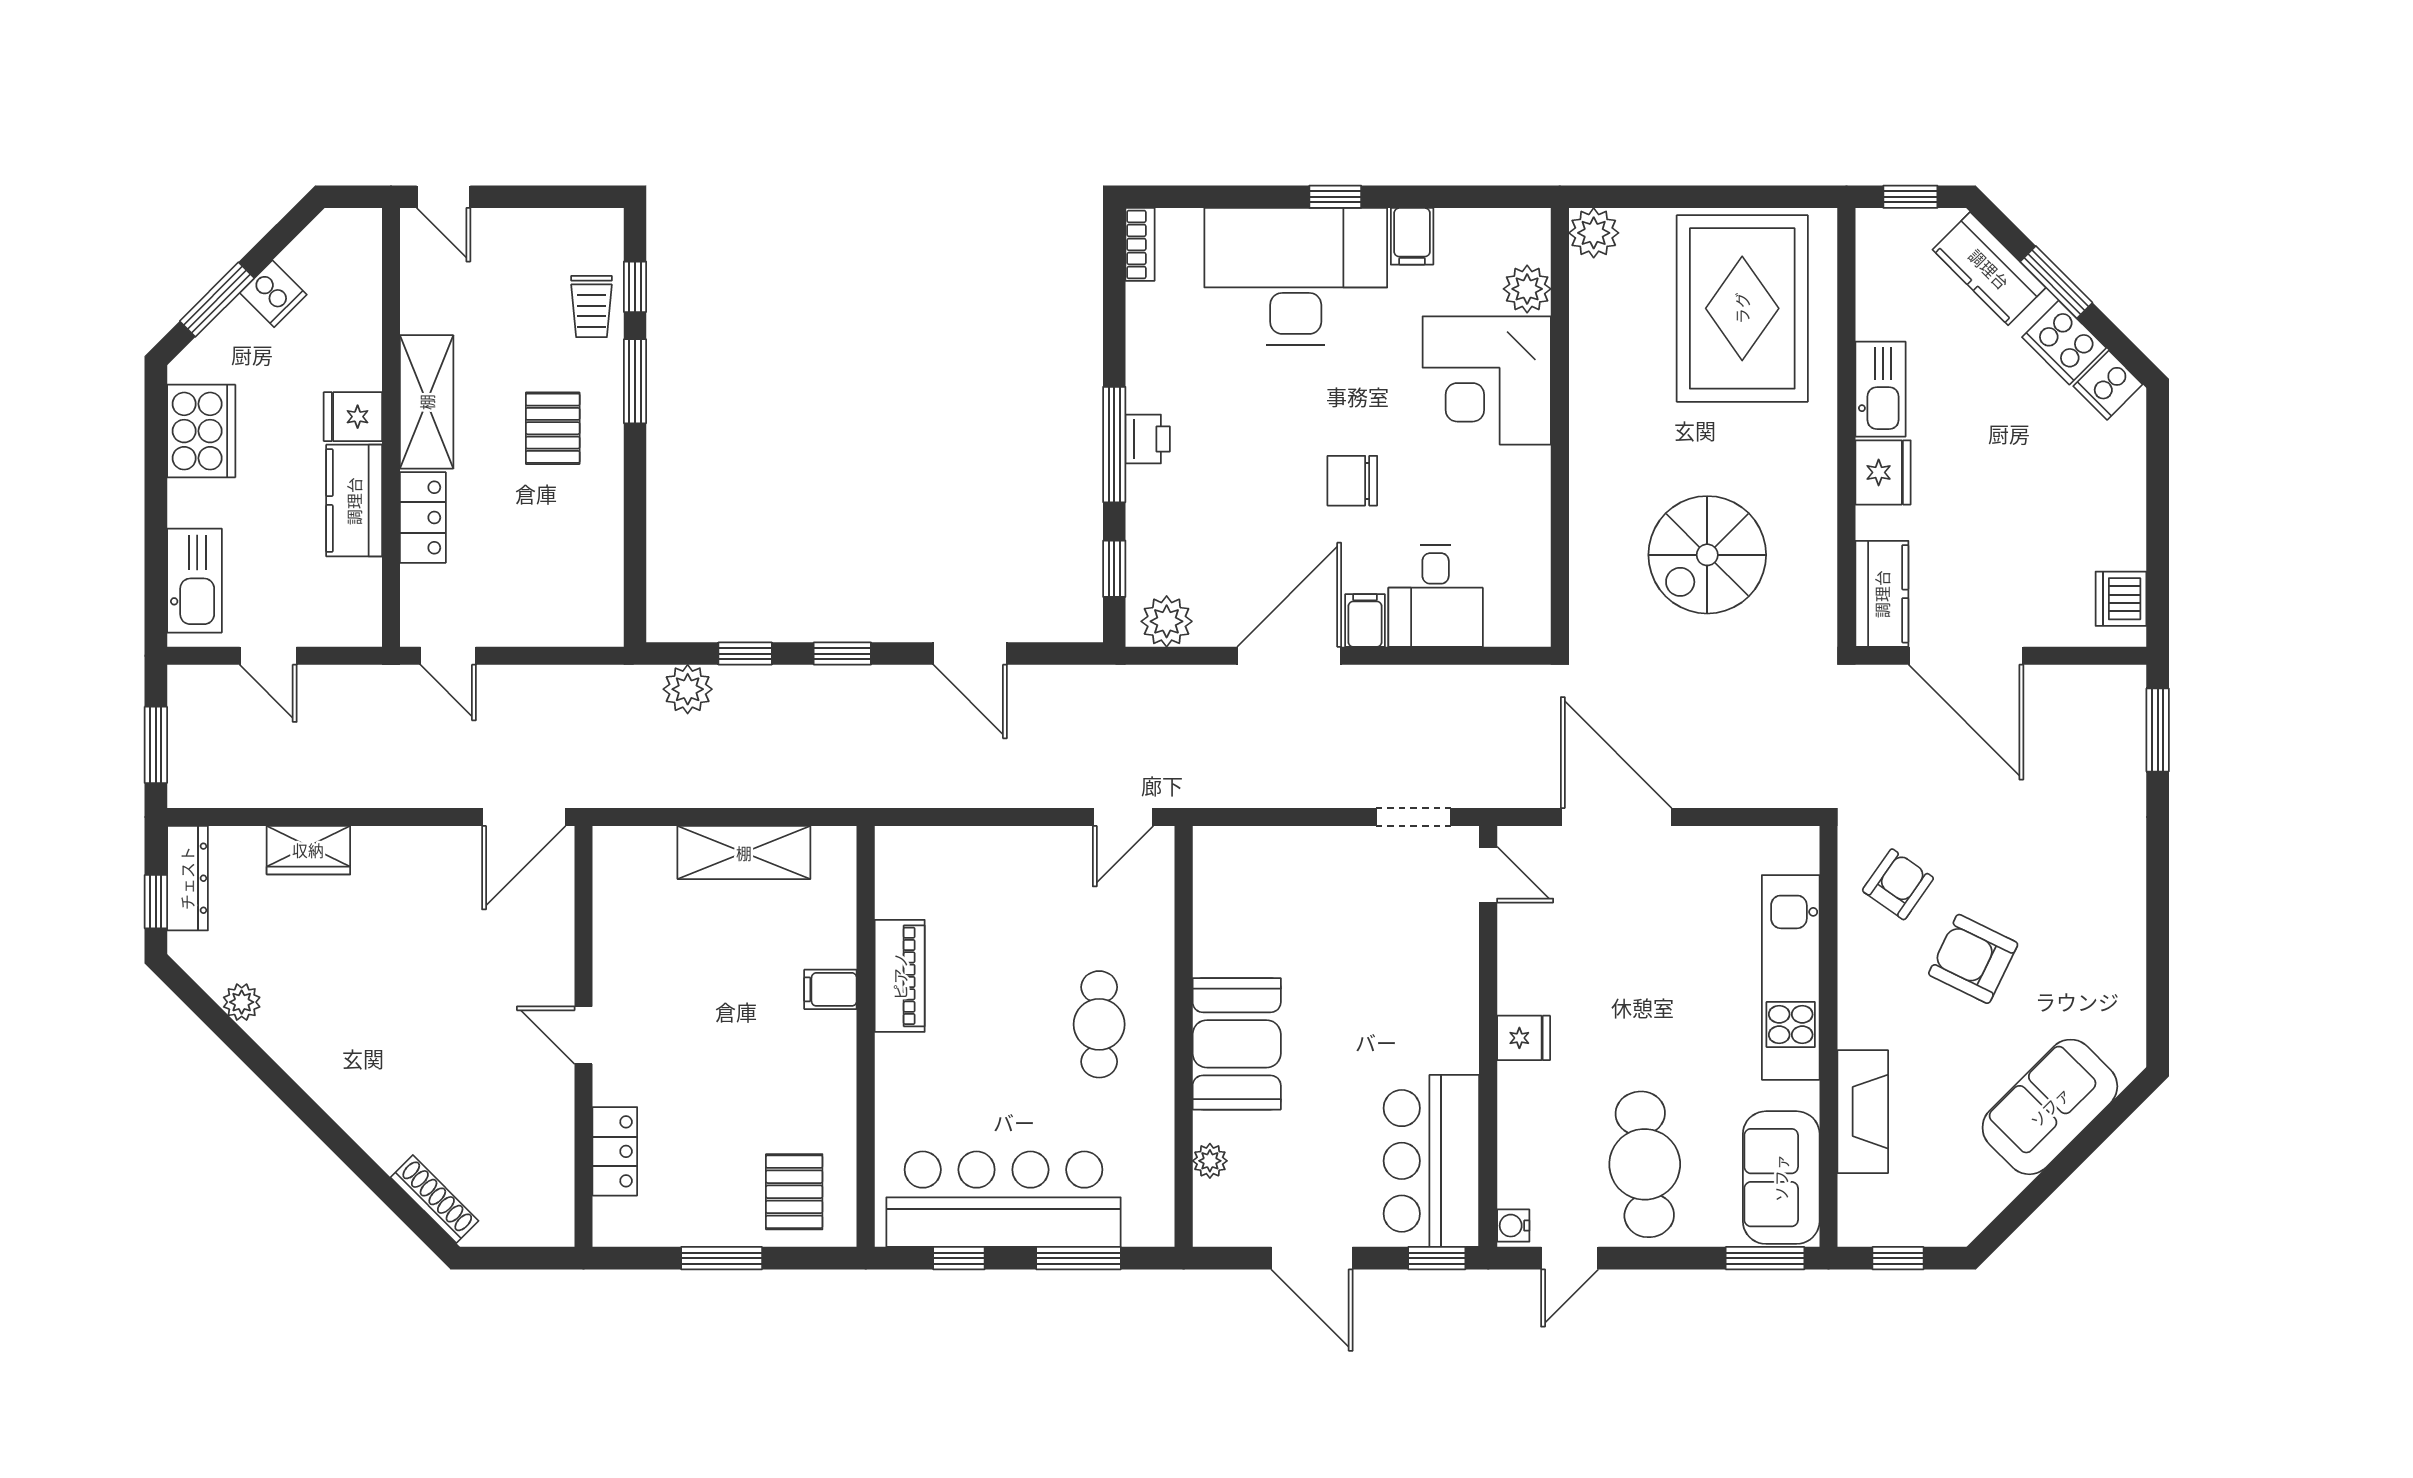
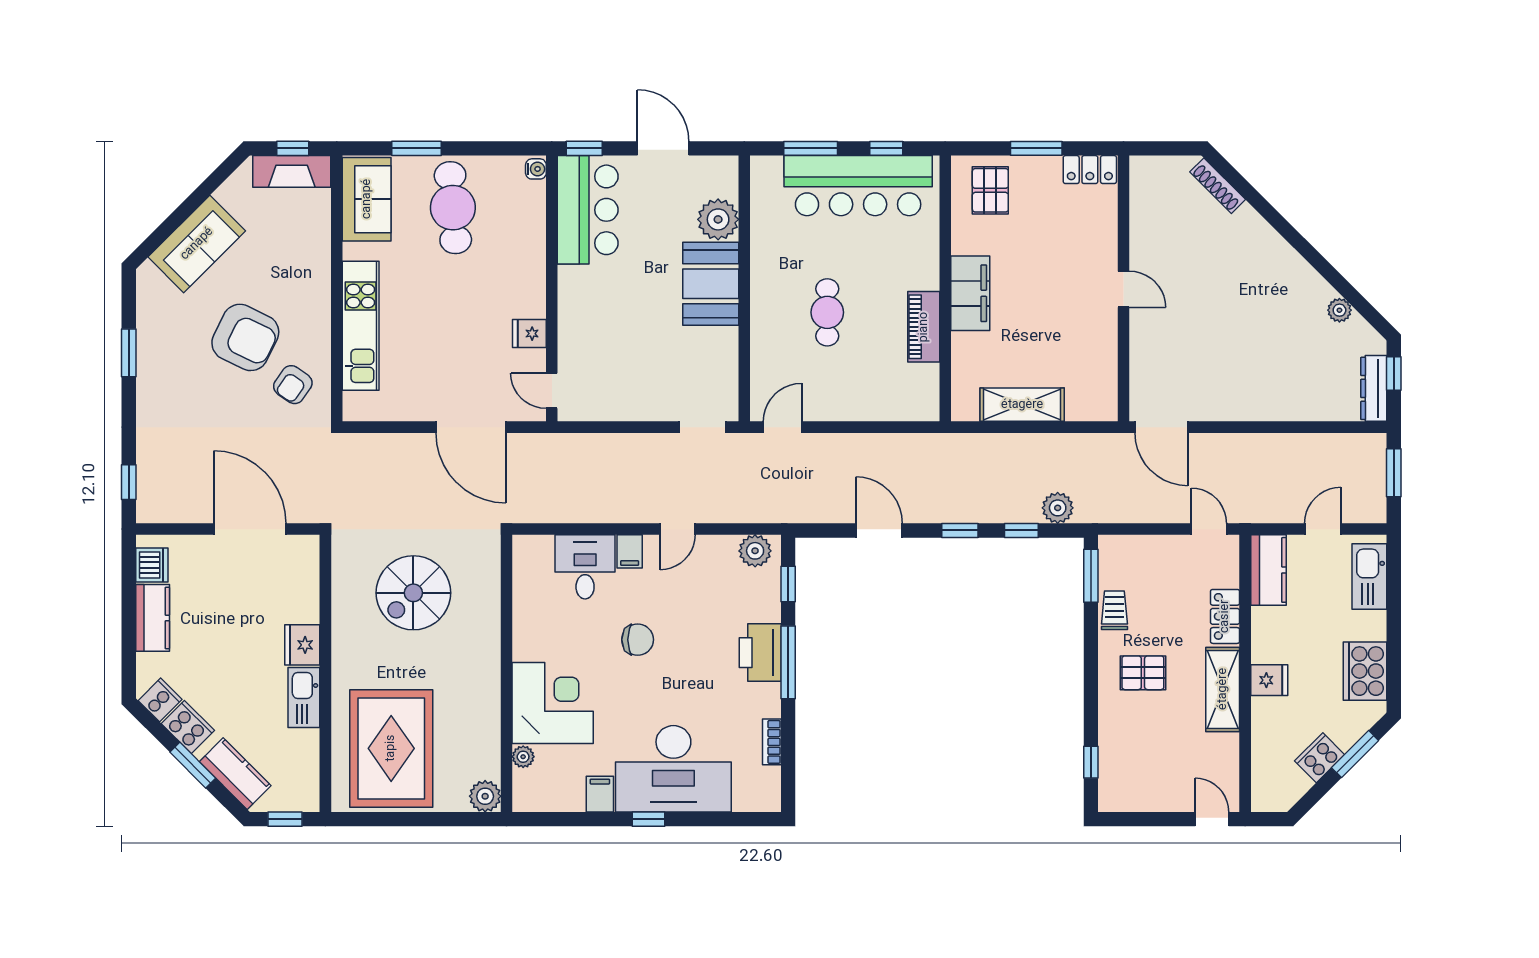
bookcase: (1140, 244) -> (772, 742), moved
plant: (1527, 289) -> (523, 757), width x0.73, depth x0.73
cooker: (273, 294) -> (1320, 758), width x1.36
trolley: (591, 306) -> (1114, 610), moved
window: (635, 381) -> (1091, 576), moved
pallet: (553, 428) -> (1143, 673), turned 90
printer: (1148, 439) -> (760, 653), width x1.87, depth x1.48
kitchen counter: (354, 501) -> (1268, 570), moved
spiral stairs: (1707, 555) -> (413, 593), turned 180
kitchen counter: (1882, 594) -> (153, 618), moved, turned 180
door: (268, 656) -> (1323, 529), hinge flipped
door: (1289, 656) -> (678, 529), width x0.53
window: (2158, 730) -> (129, 482), width x0.67
door: (524, 817) -> (1161, 427), swing flipped
doorway: (1413, 817) -> (702, 427), moved
wardrobe: (308, 850) -> (1297, 406), removed
window: (2158, 935) -> (129, 353), added
armchair: (1973, 959) -> (245, 337), width x1.36, depth x1.36
filing cabinet: (830, 989) -> (970, 293), width x3.00, depth x1.17
cafe table: (1099, 1024) -> (827, 312), moved
fridge: (1524, 1038) -> (529, 334), moved
fireplace: (1863, 1112) -> (292, 171), moved, turned -90
locker: (615, 1151) -> (1090, 170), moved, turned -90
plant: (1210, 1161) -> (718, 219), width x1.87, depth x1.87
door: (1570, 1258) -> (500, 148), removed
window: (1765, 1258) -> (417, 148), moved

